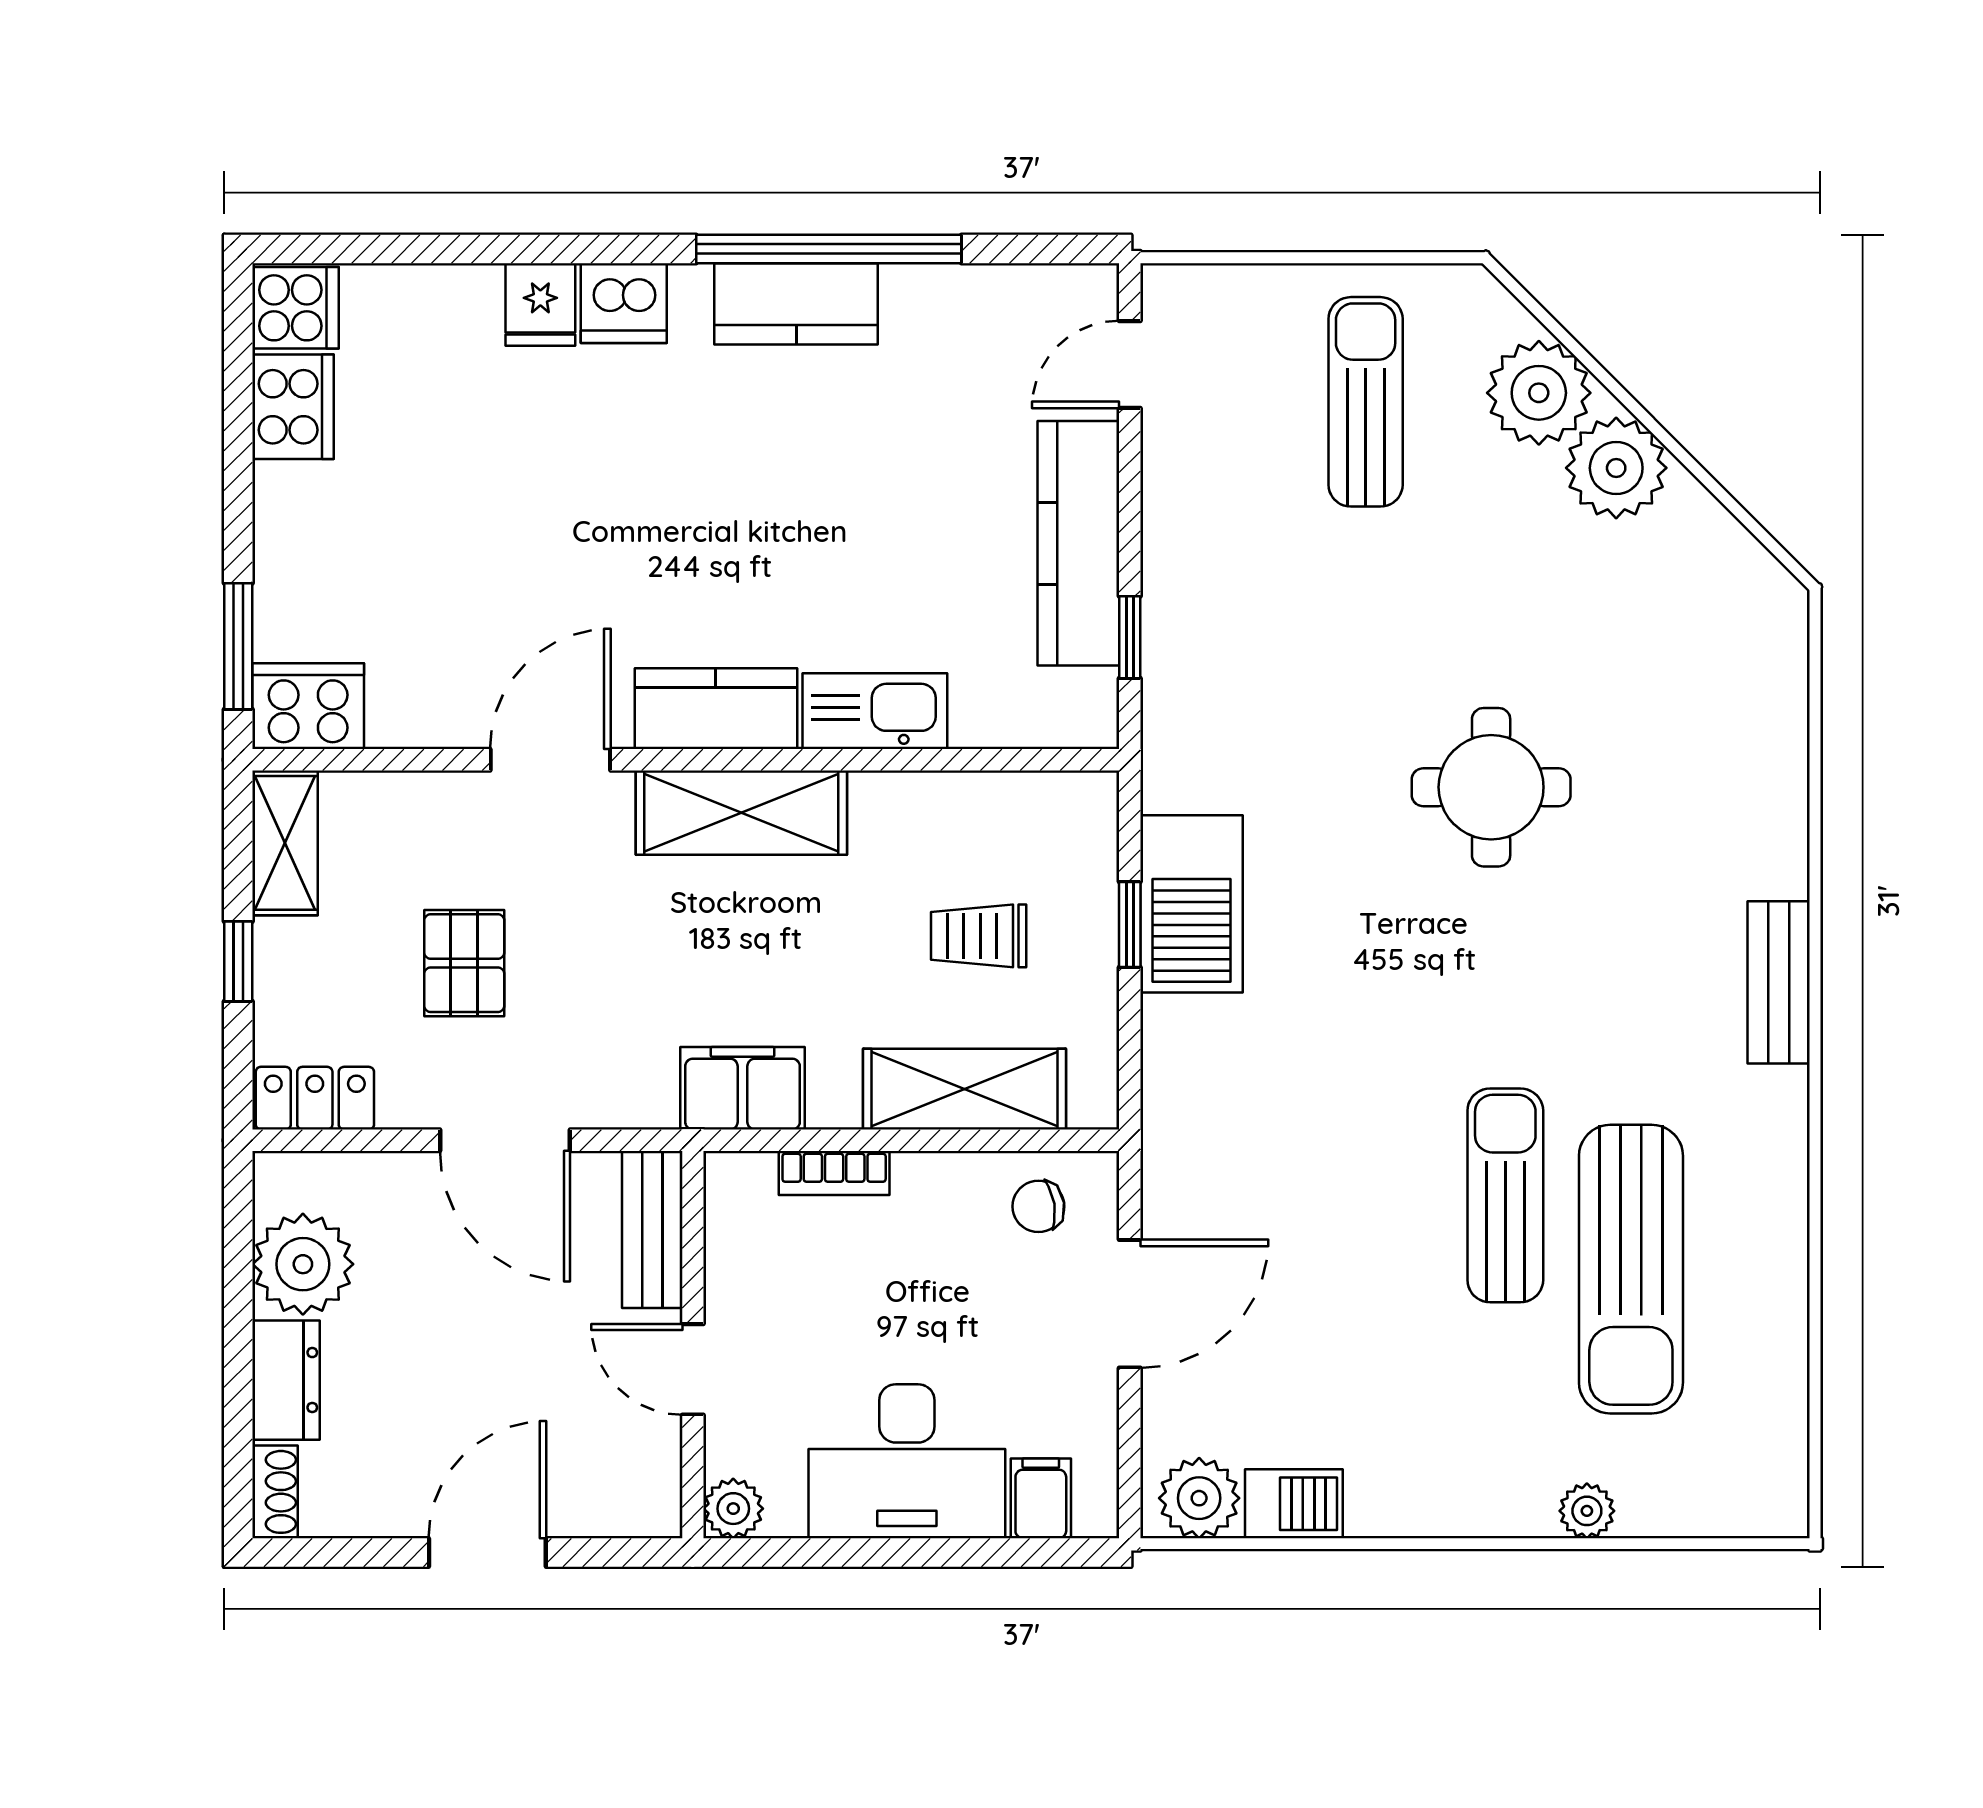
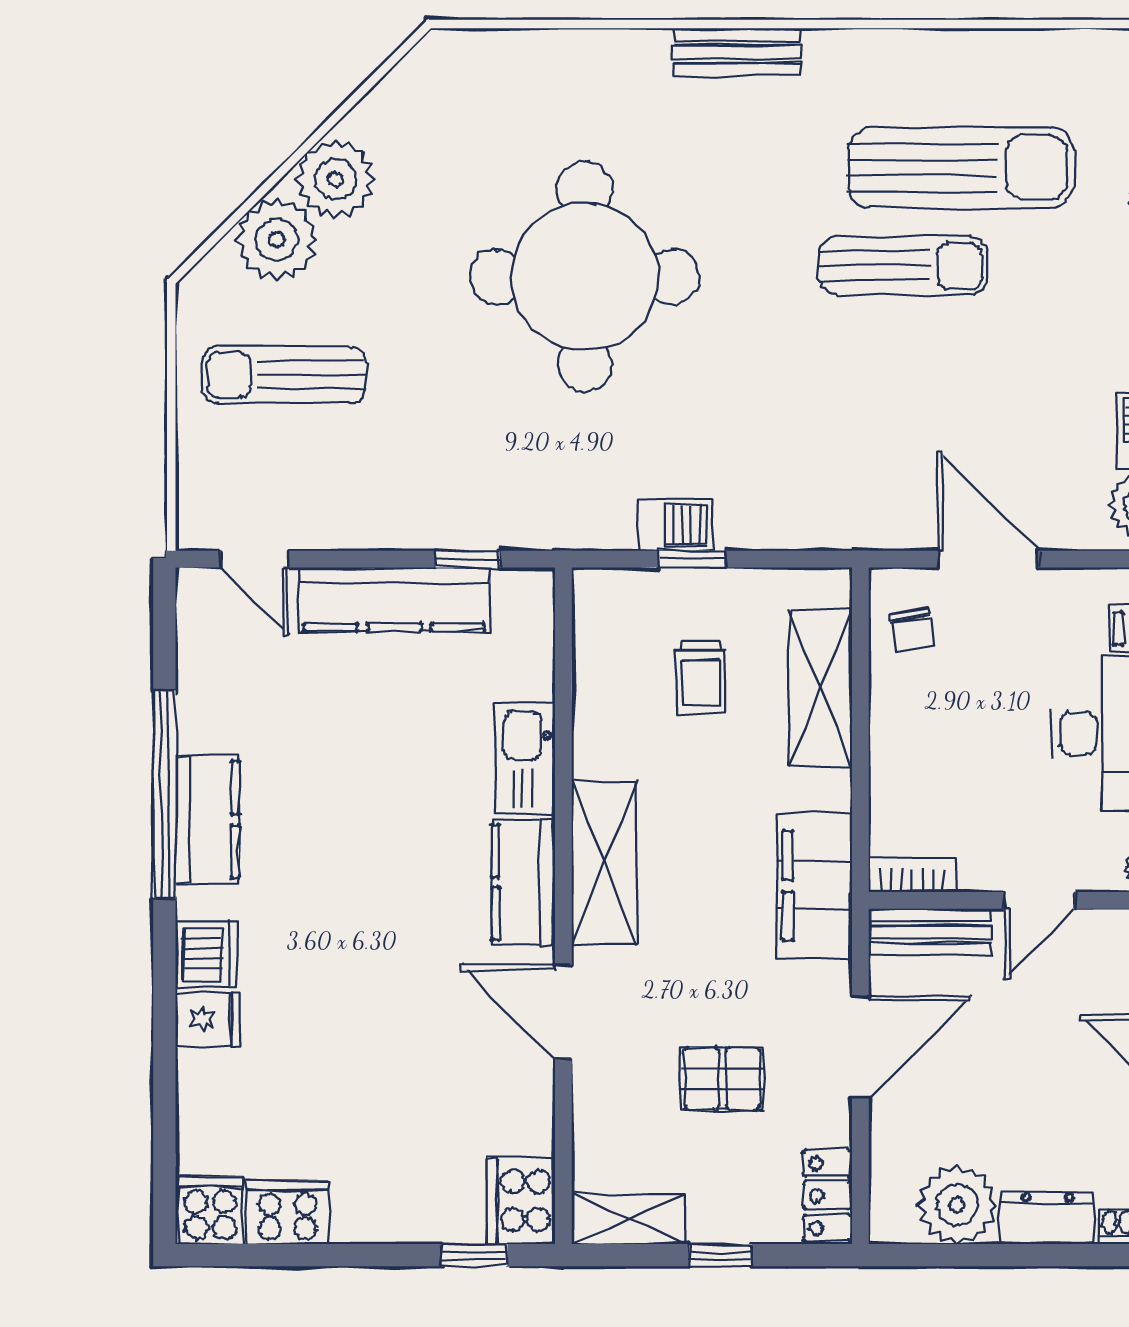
window: (238, 646) -> (475, 1255), width x0.67
round table: (1491, 787) -> (585, 277), width x1.86, depth x1.86
barbecue: (1191, 904) -> (676, 525), width x0.53, depth x0.65
filing cabinet: (743, 1088) -> (814, 886), width x1.50, depth x1.17
bookcase: (834, 1173) -> (912, 875), moved, turned -90
sun lounger: (1505, 1195) -> (903, 266), turned 180

